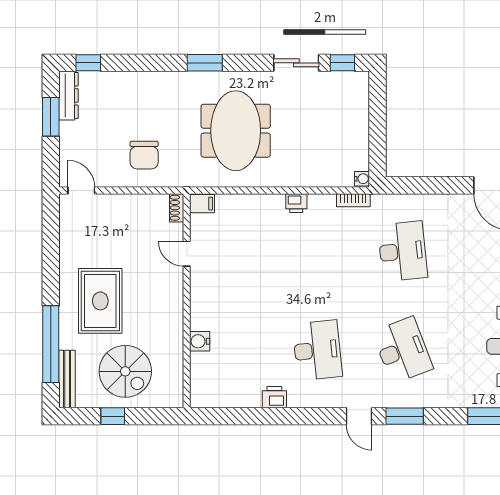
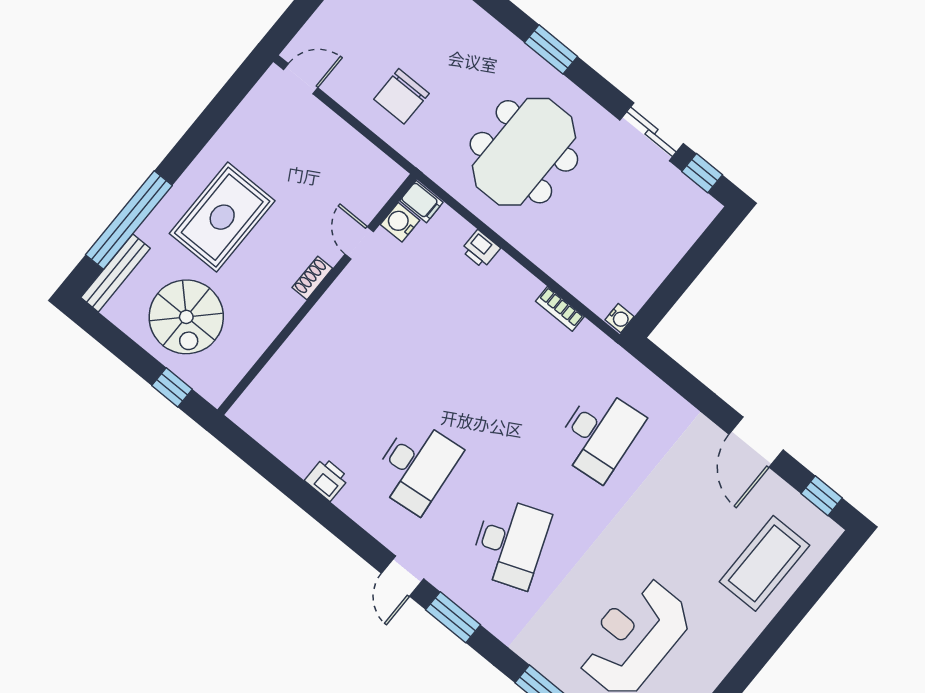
door: (81, 190) -> (301, 79), hinge flipped
bookcase: (353, 200) -> (560, 309), moved
printer: (296, 203) -> (481, 249), moved
shoe rack: (177, 208) -> (312, 278), moved
water cooler: (200, 341) -> (400, 222), moved
window: (113, 416) -> (172, 387), moved

